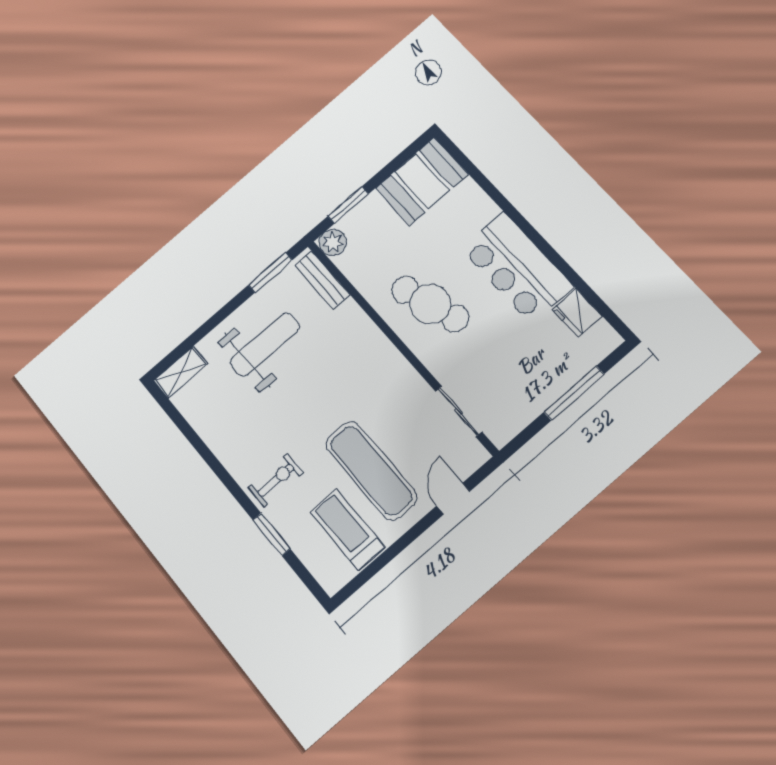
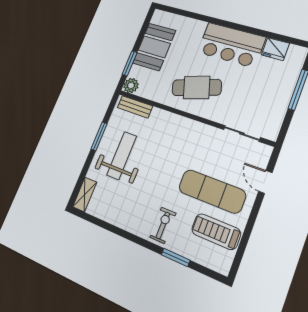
booth: (422, 181) -> (154, 47), moved
window: (270, 273) -> (99, 136), moved

